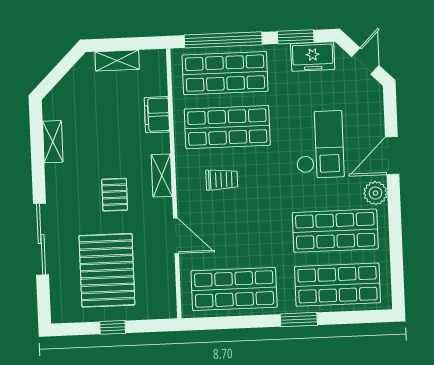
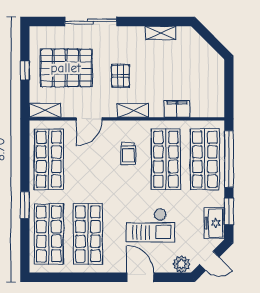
shelving: (117, 60) -> (45, 110), moved, turned 90
plant: (375, 193) -> (181, 264), moved
pallet: (115, 195) -> (121, 76), turned 90

